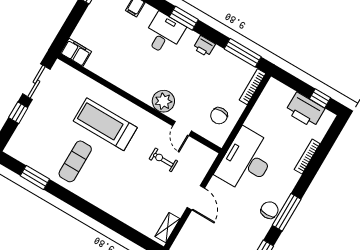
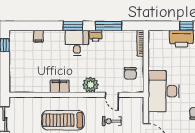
desk: (164, 34) -> (77, 43), moved
filing cabinet: (76, 52) -> (60, 86), moved
window: (243, 53) -> (109, 26), moved

